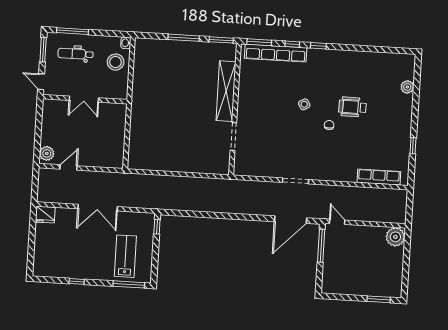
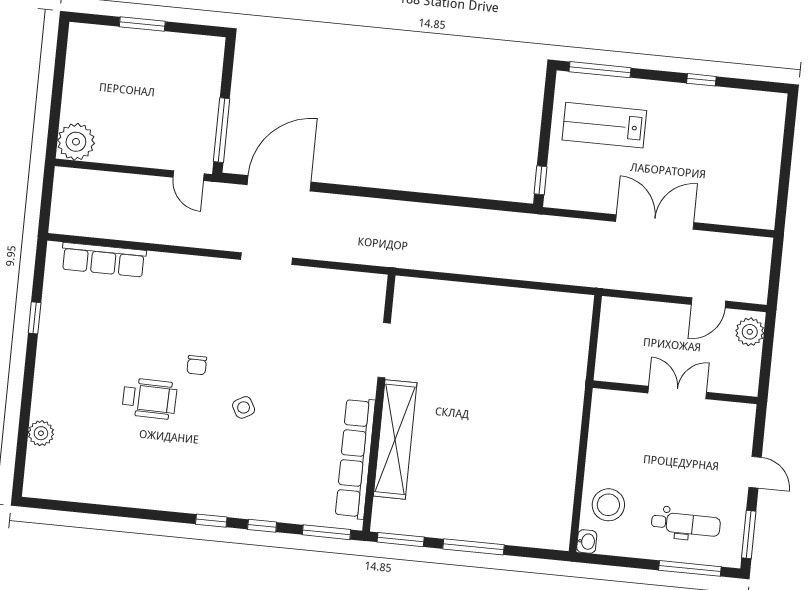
row of seats: (276, 53) -> (355, 458), moved, turned -90
double door: (84, 99) -> (677, 393), moved
wall: (85, 99) -> (675, 392), moved
fridge: (45, 215) -> (757, 213), removed
lab bench: (125, 256) -> (604, 125), turned 90
window: (379, 299) -> (142, 24), moved

